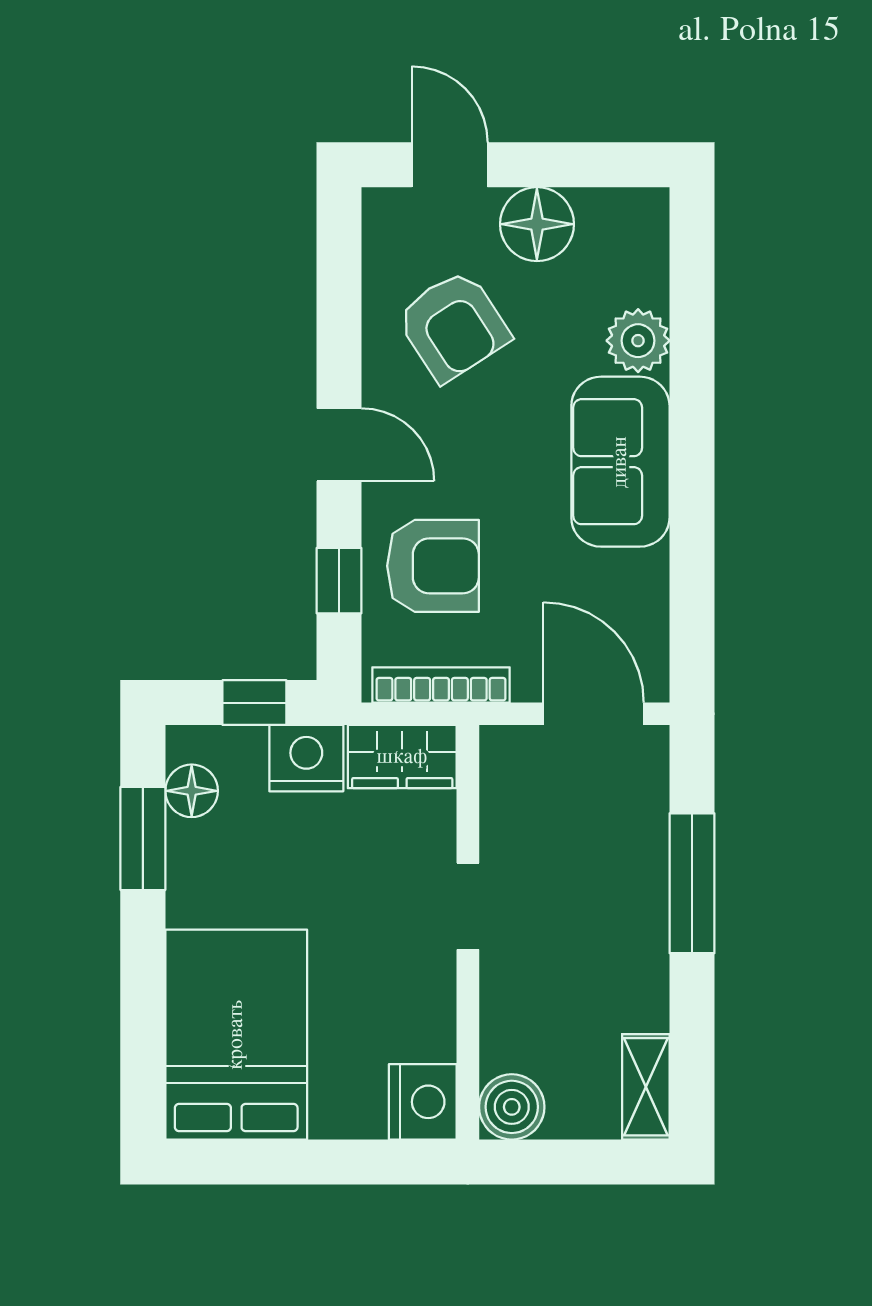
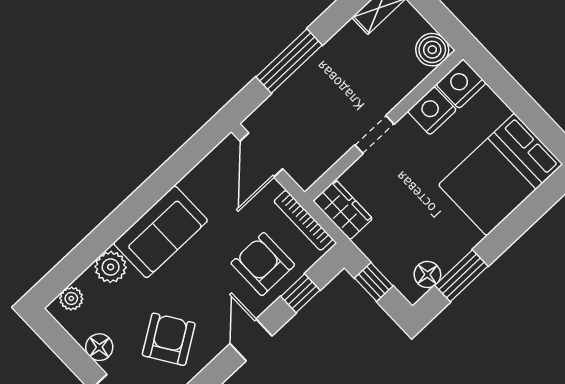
floor lamp: (537, 224) -> (99, 347), width x0.73, depth x0.73
plant: (646, 240) -> (71, 298), added
nightstand: (306, 758) -> (432, 111), moved, turned 90

